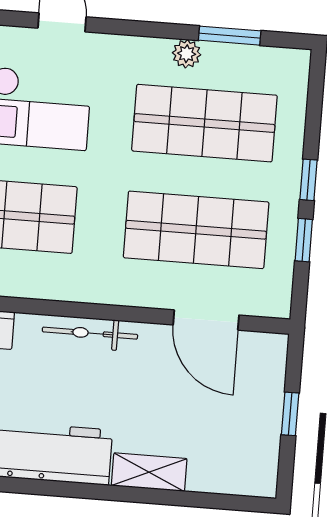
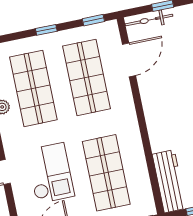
window: (304, 240) -> (93, 20), moved
bicycle: (90, 333) -> (149, 20), moved, turned 90

